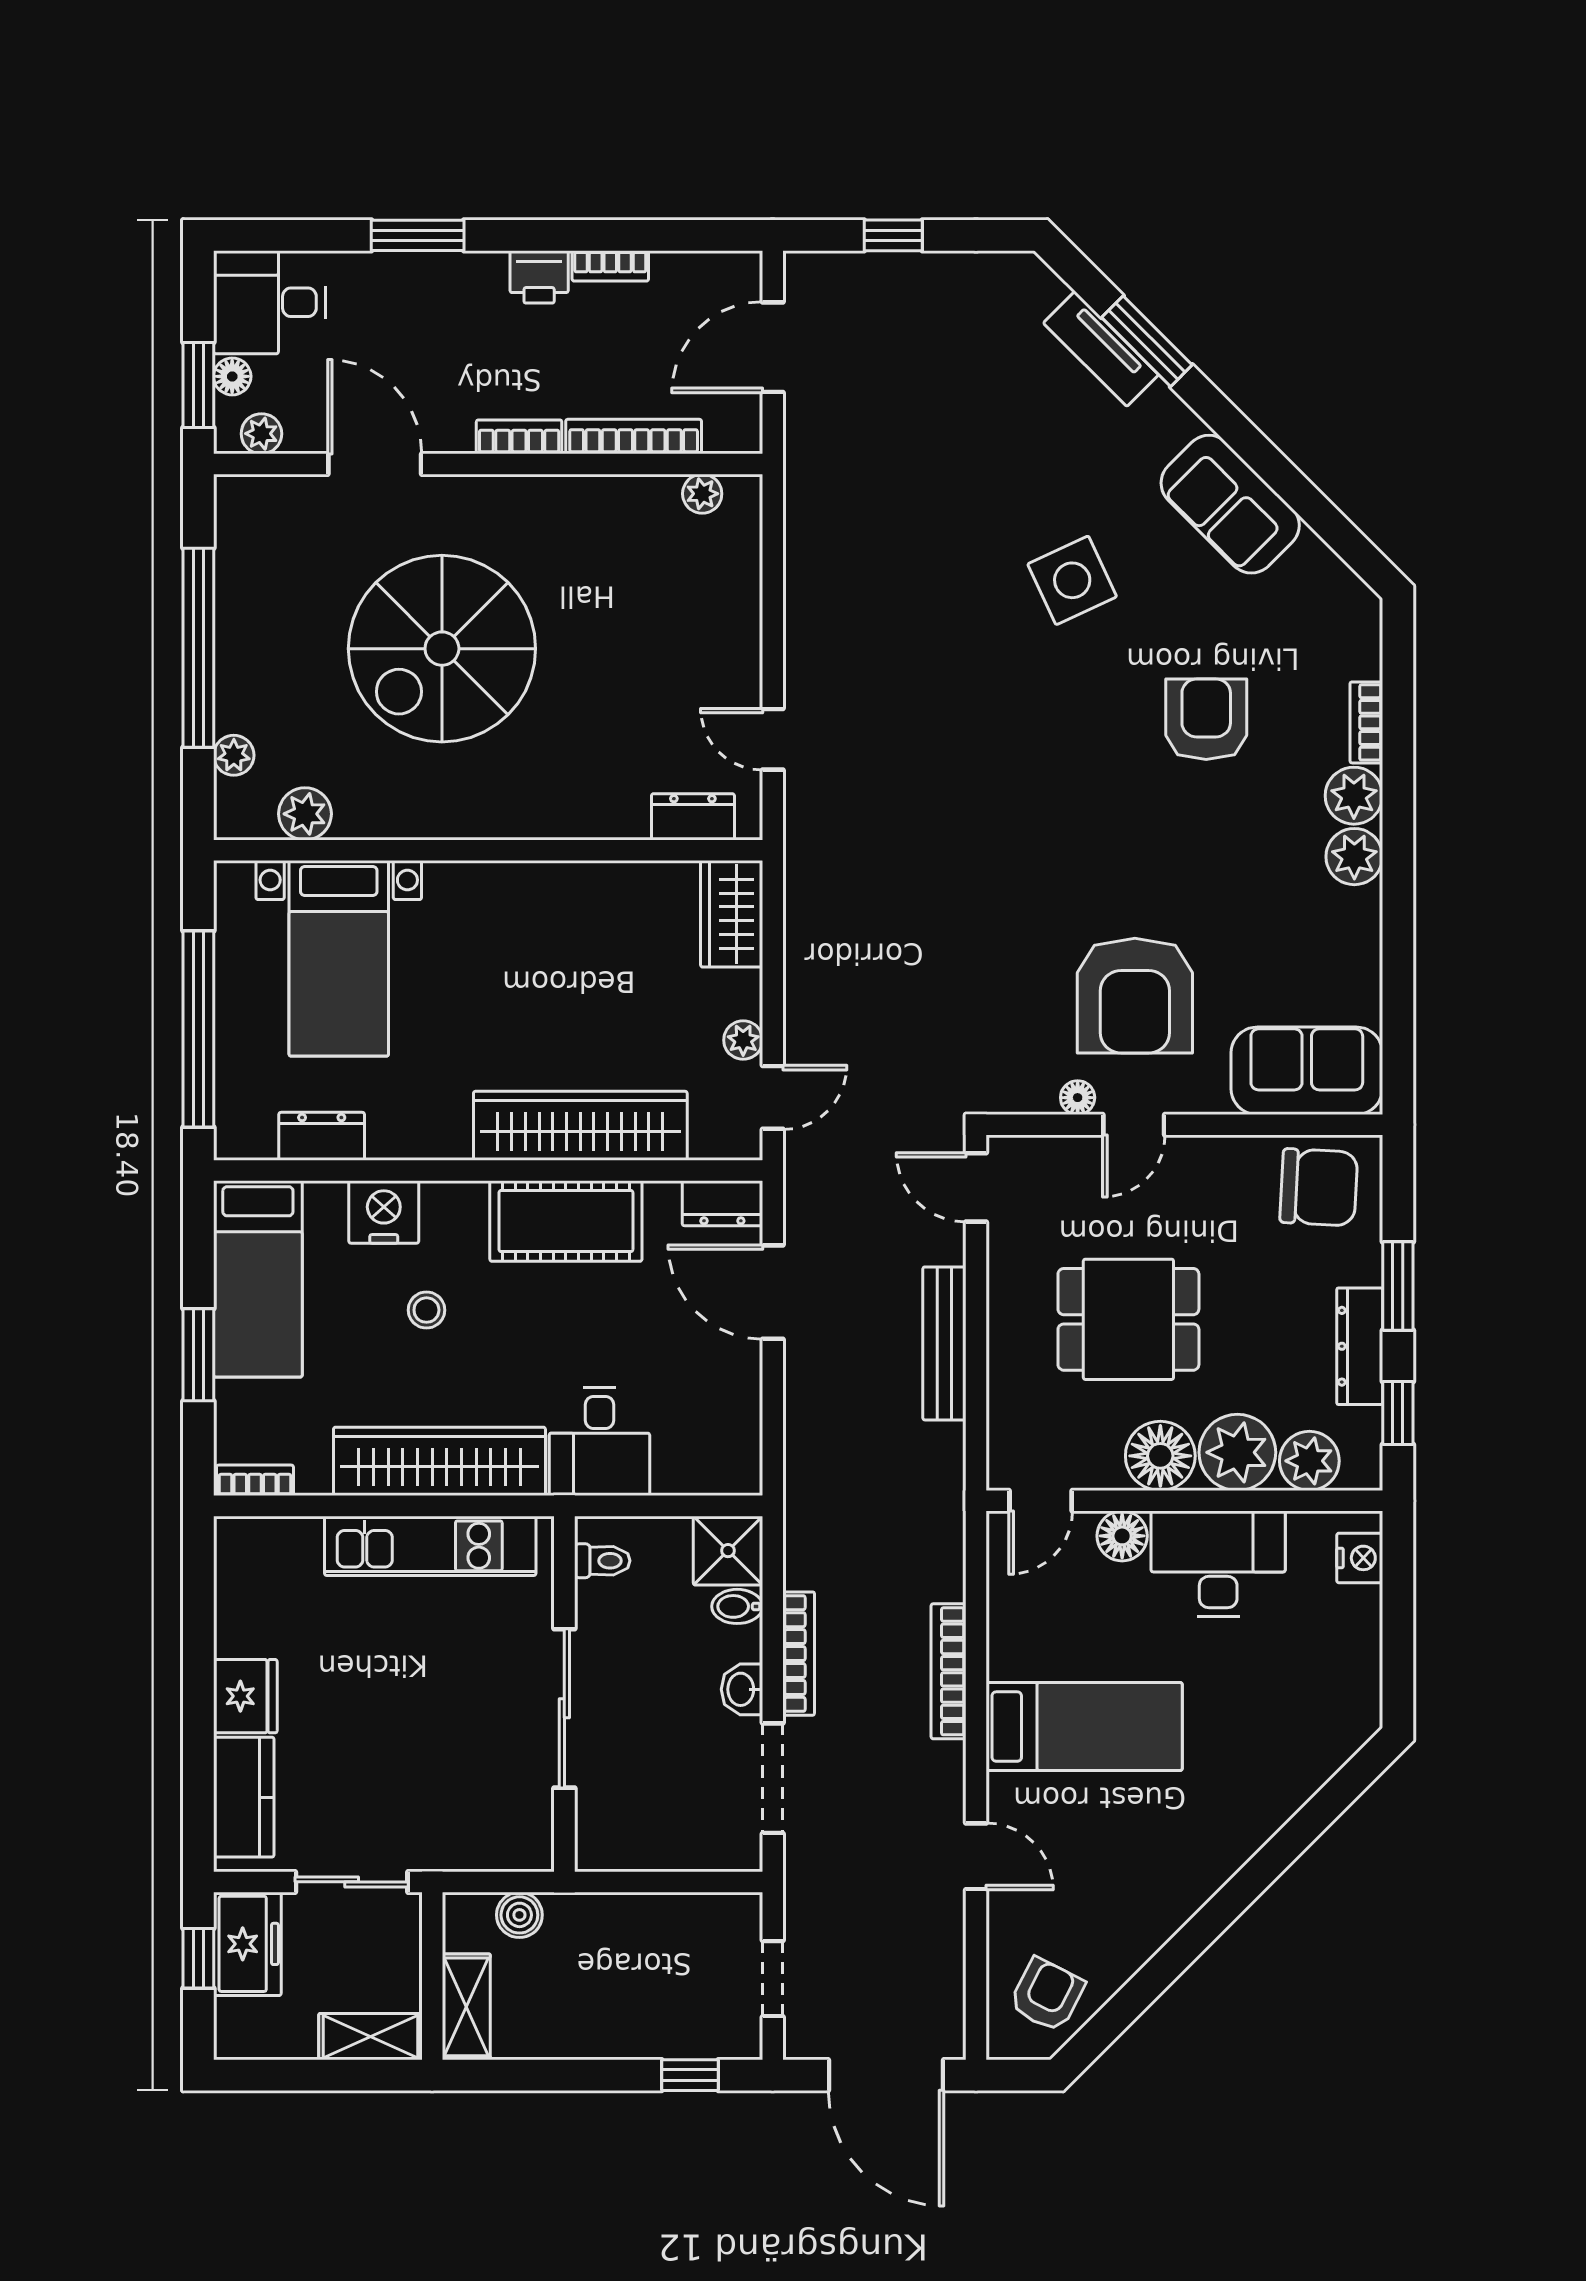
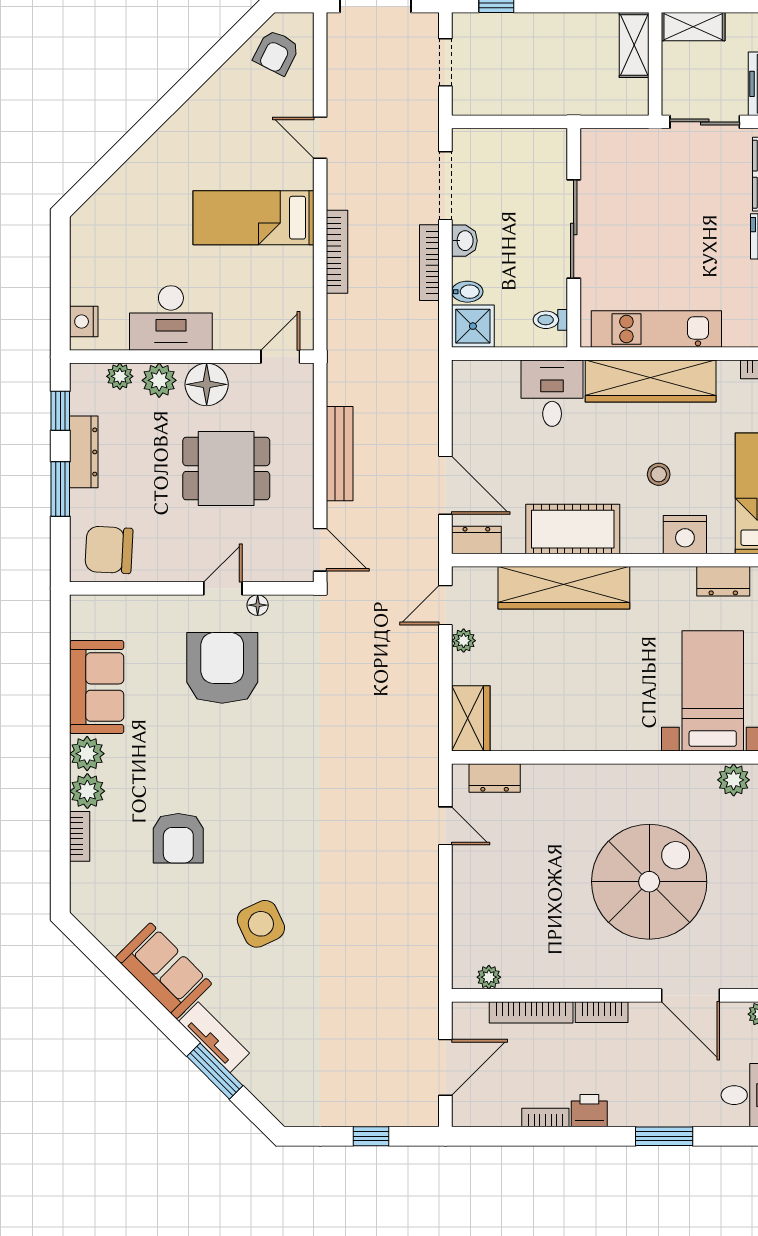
tv unit: (1101, 349) -> (214, 1037), moved
sofa: (1307, 1071) -> (97, 687), moved, turned -90
plant: (1237, 1452) -> (159, 380), width x0.73, depth x0.73
plant: (1309, 1461) -> (120, 376), width x0.73, depth x0.73
floor lamp: (1122, 1536) -> (230, 335), removed
boiler: (519, 1915) -> (601, 102), removed

